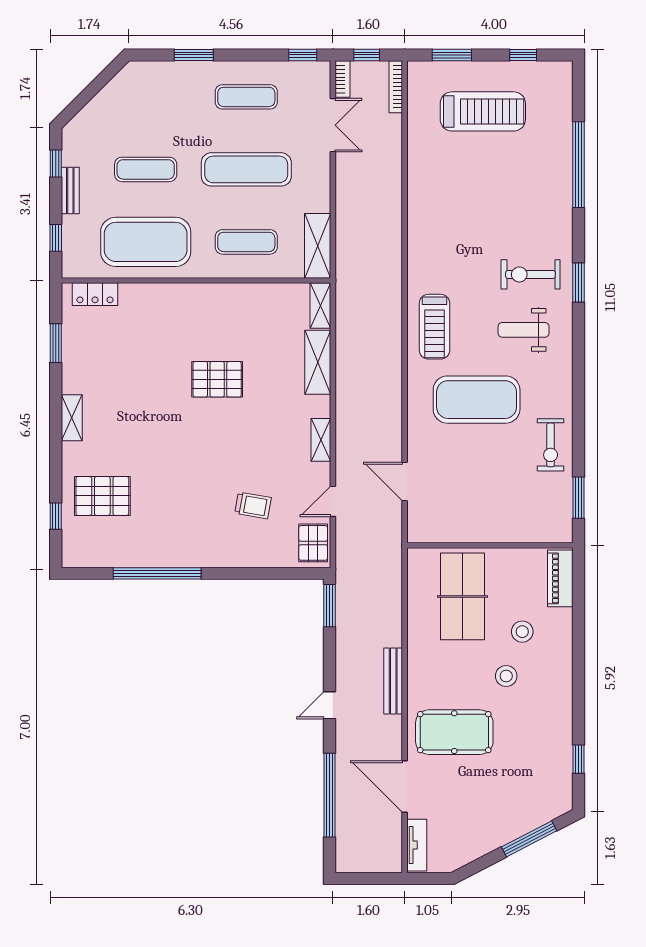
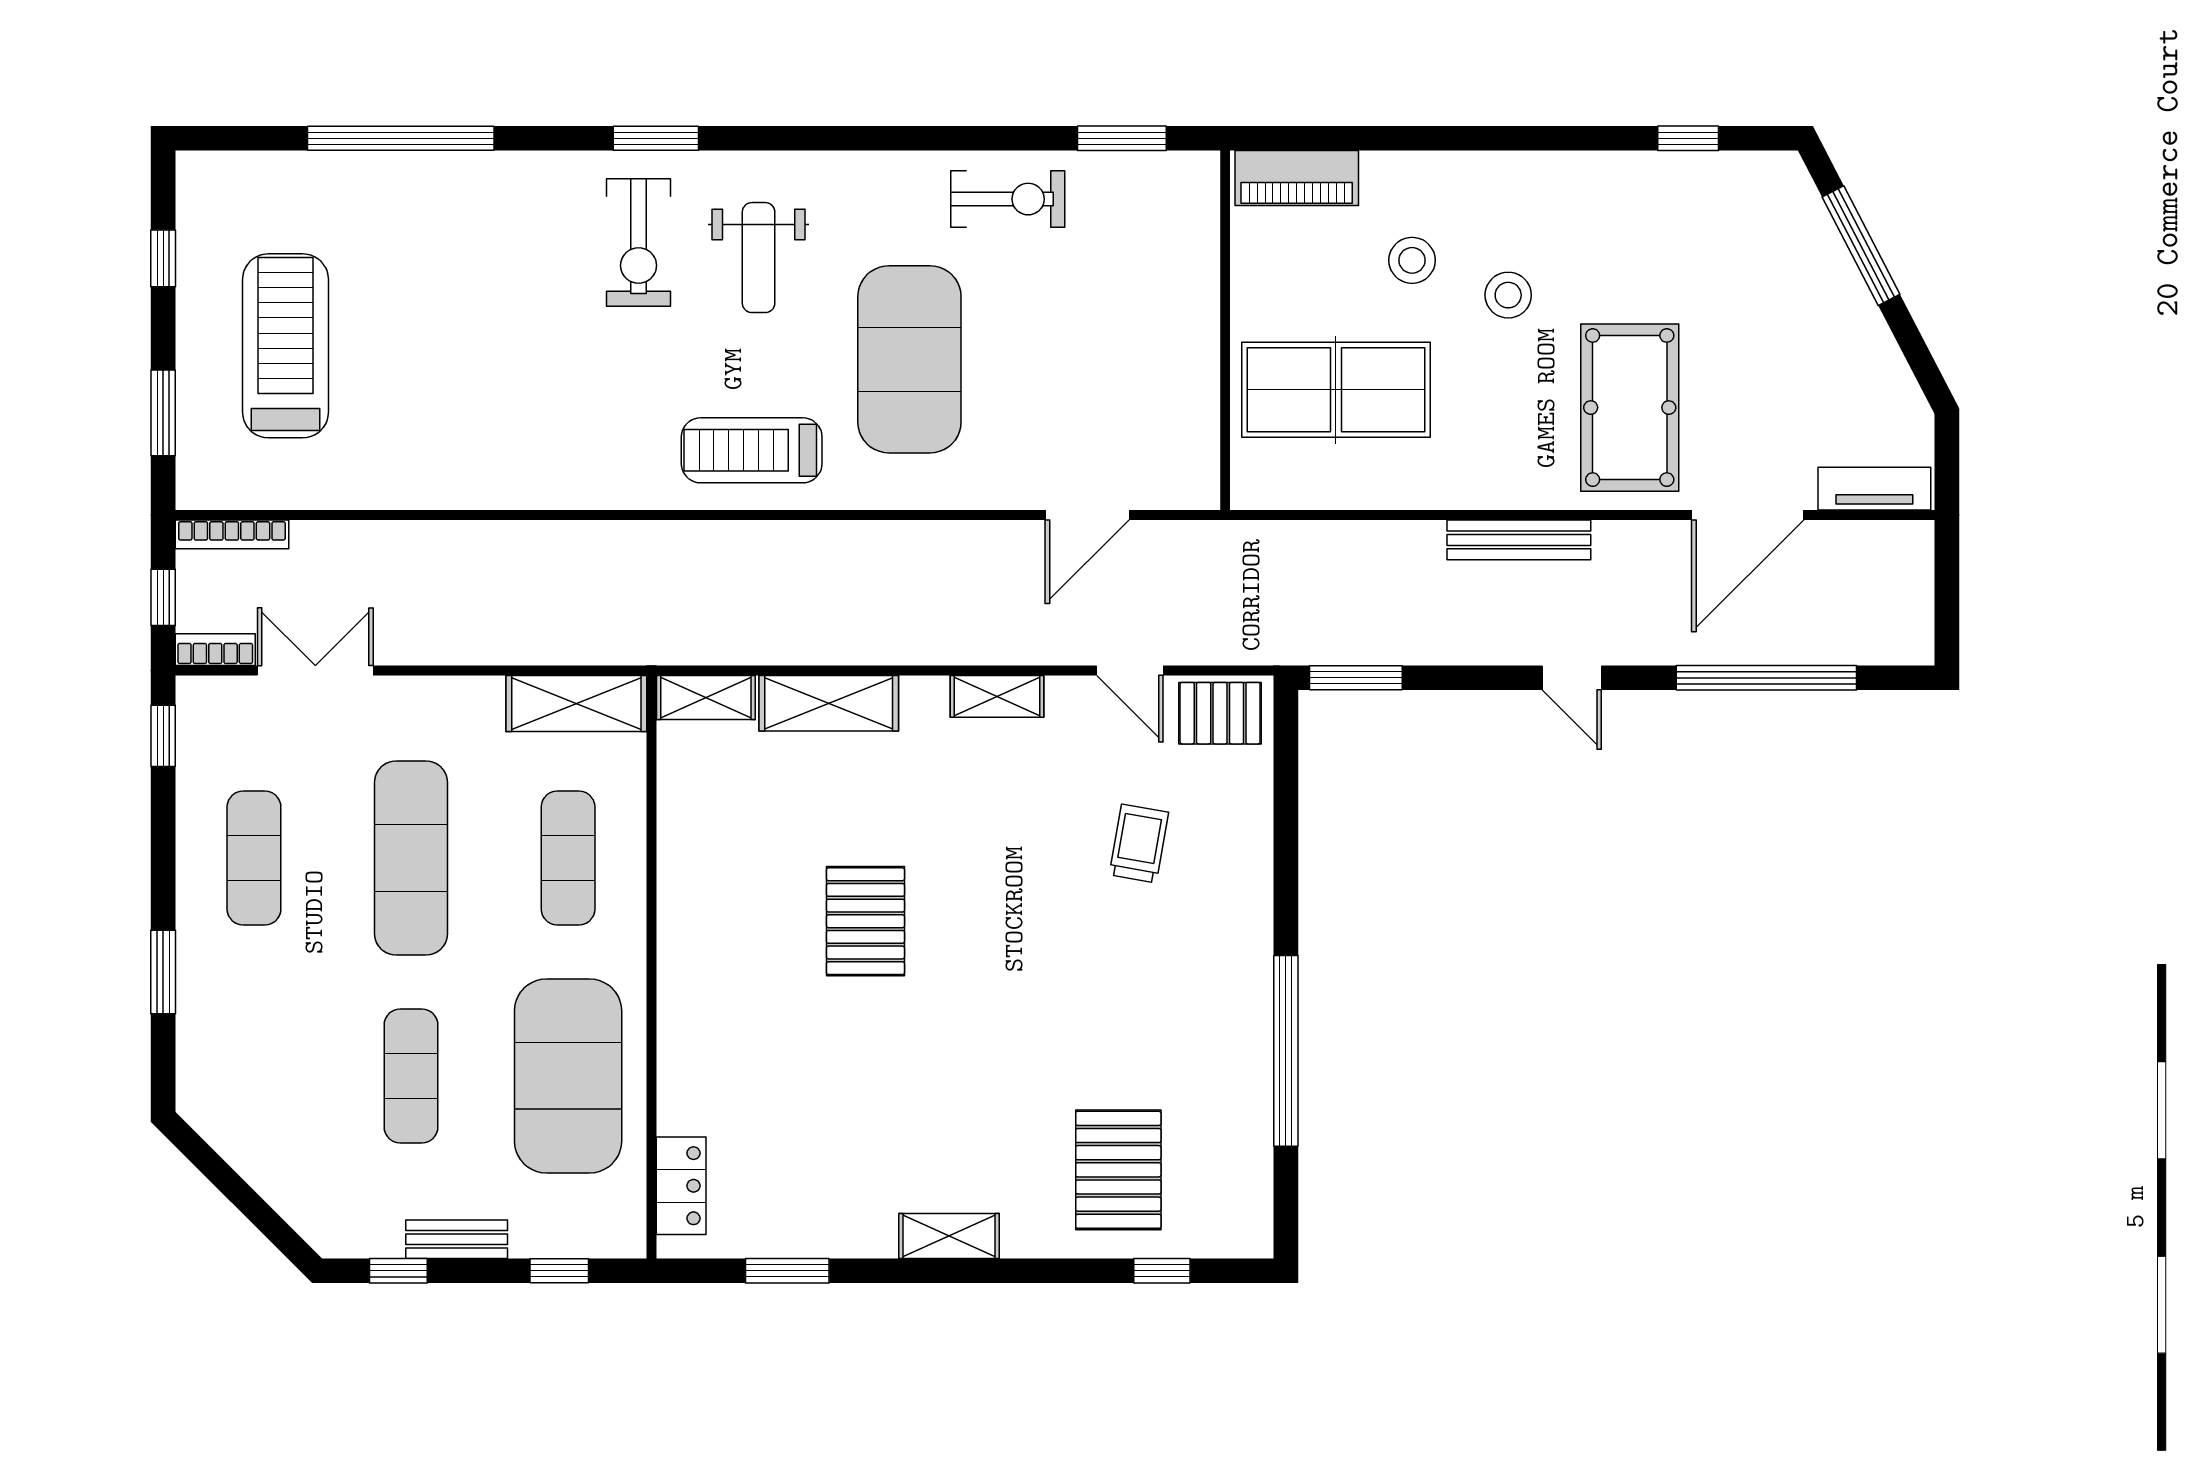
treadmill: (435, 327) -> (752, 450), turned 180

